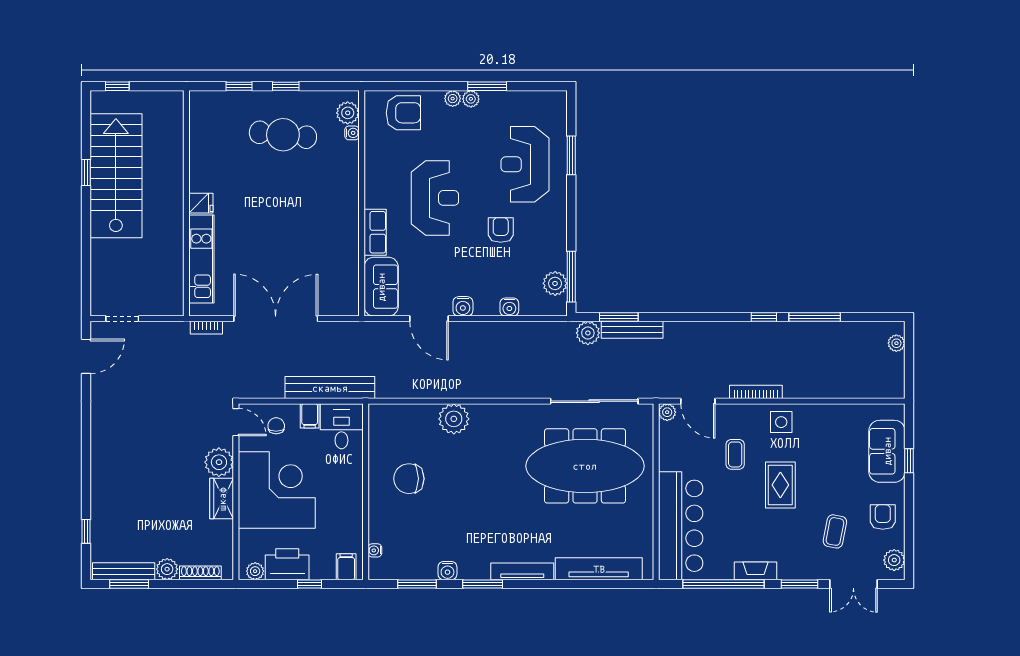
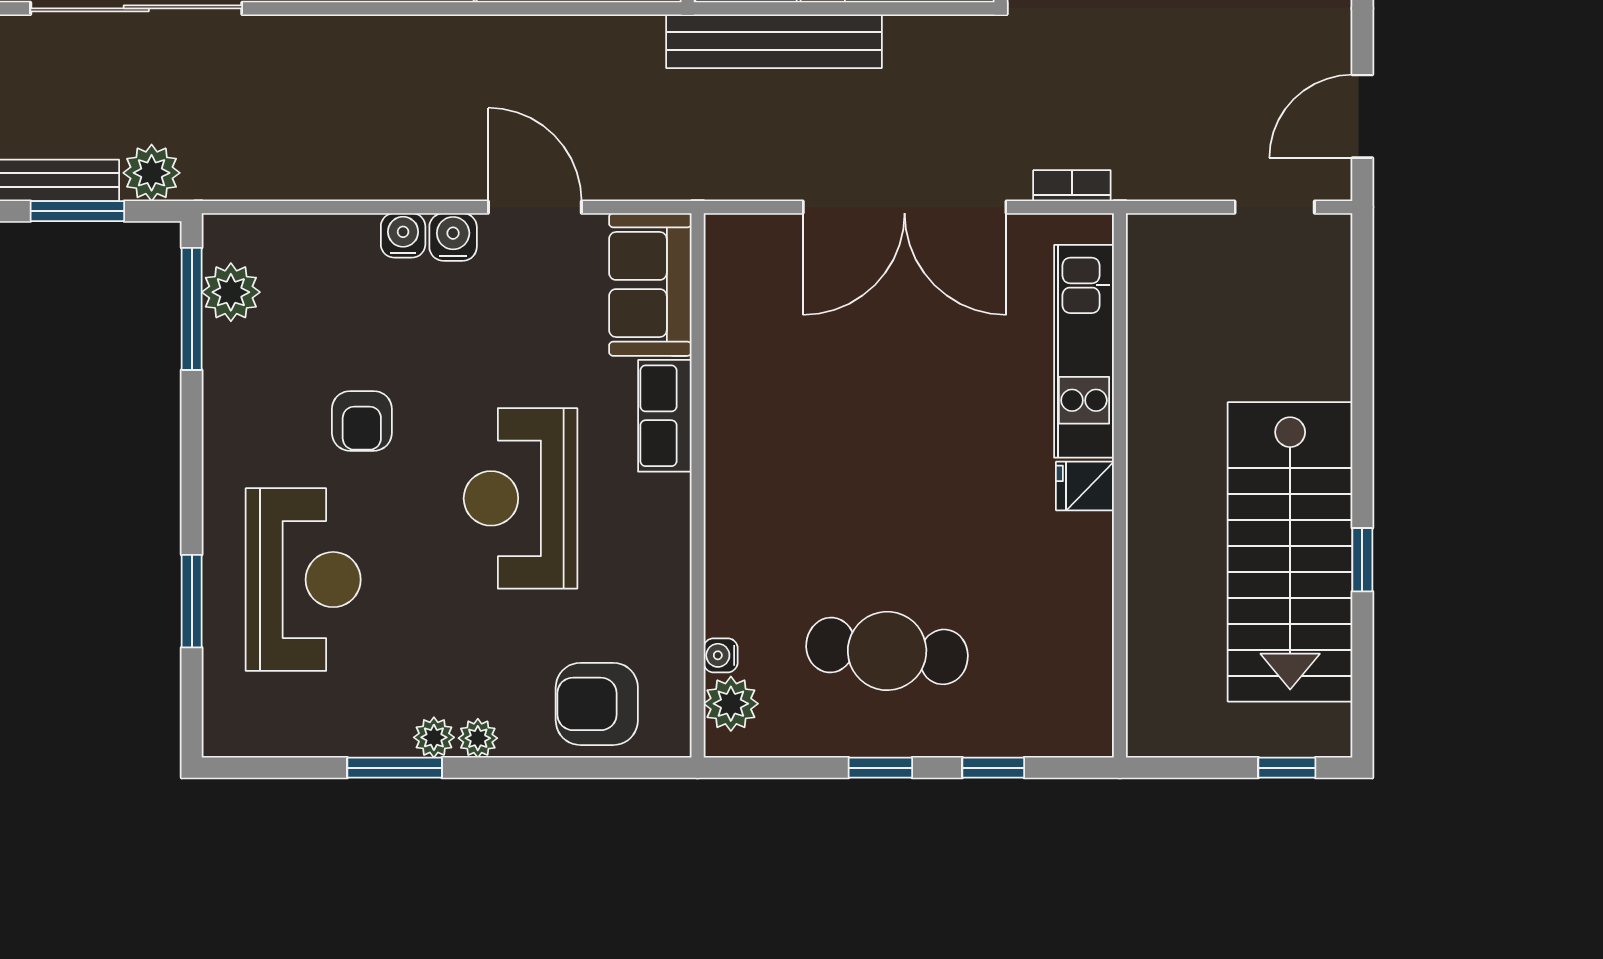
water cooler: (509, 307) -> (403, 235), moved

